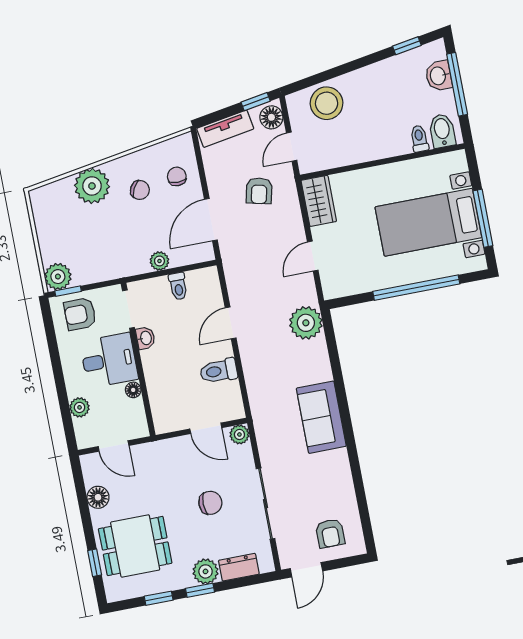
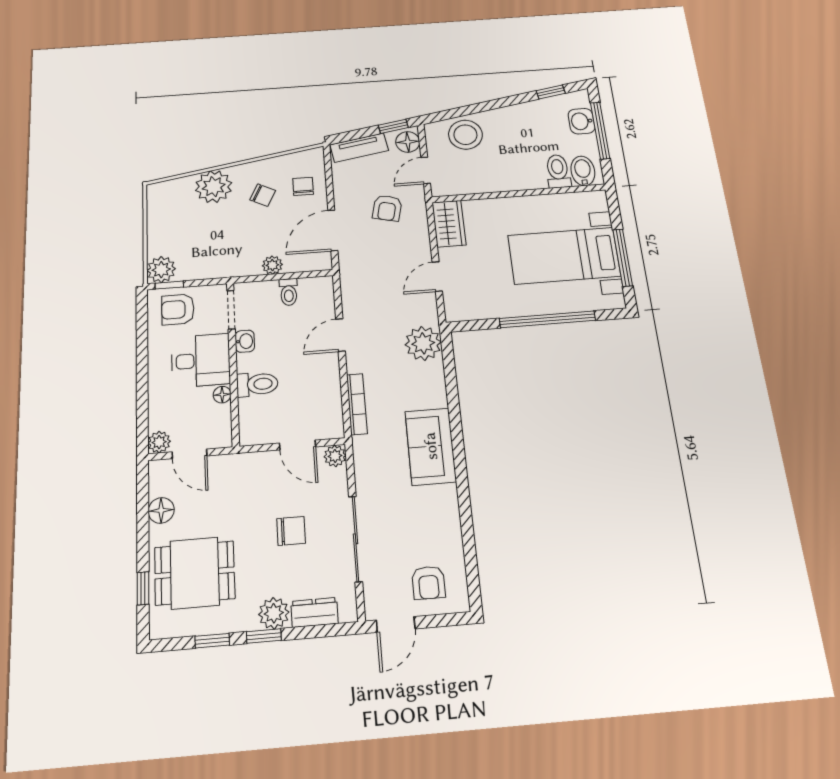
toilet: (419, 139) -> (558, 171), width x1.37, depth x1.39
toilet: (219, 371) -> (257, 384), moved, turned 180
bookcase: (253, 386) -> (357, 404), added
plant: (80, 407) -> (159, 442), moved

